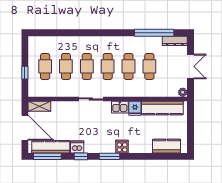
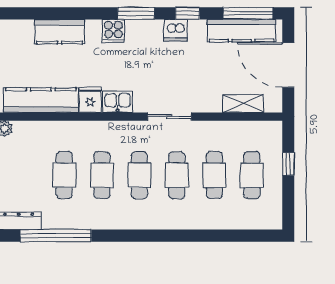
shelving: (39, 106) -> (243, 103), moved
kitchen counter: (167, 146) -> (60, 32), moved
dishwasher: (77, 147) -> (176, 30), moved

